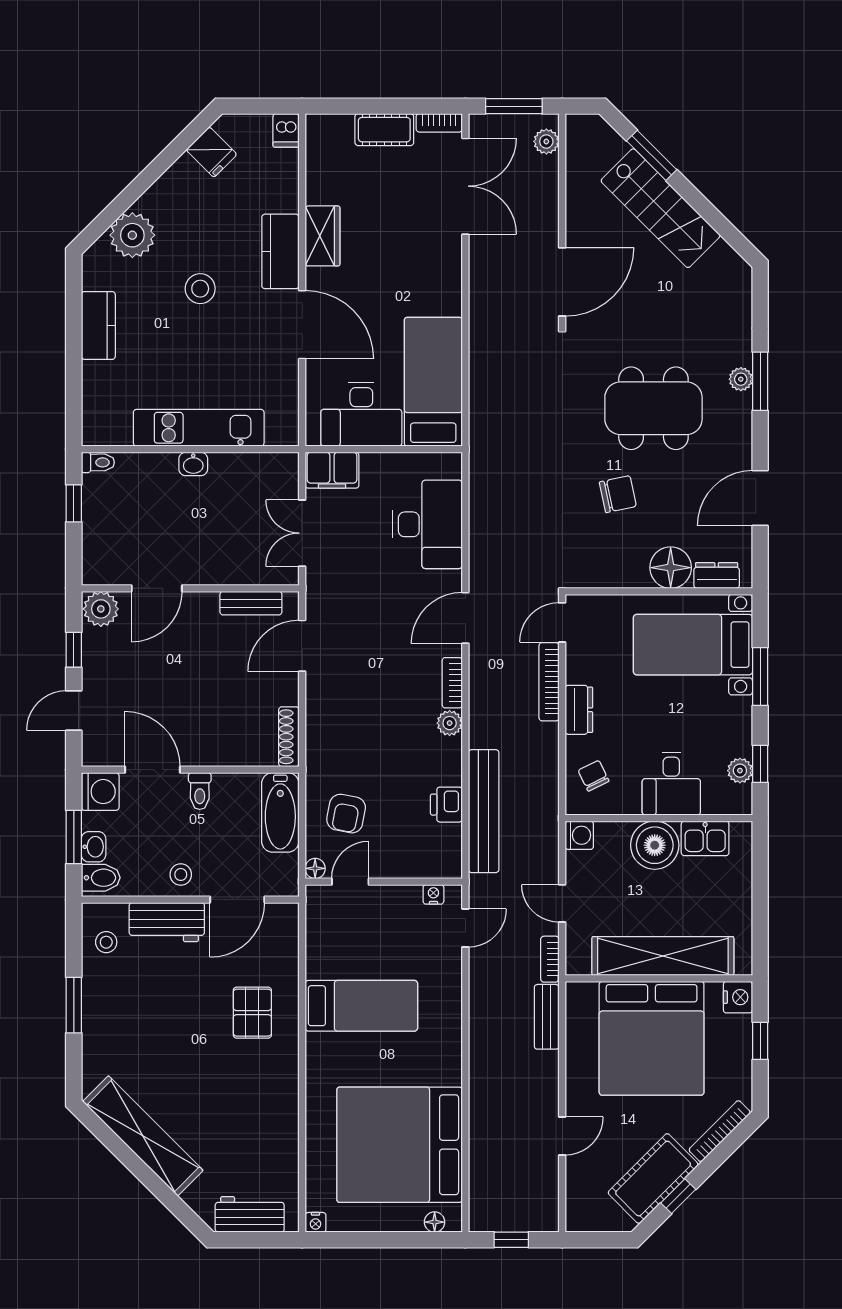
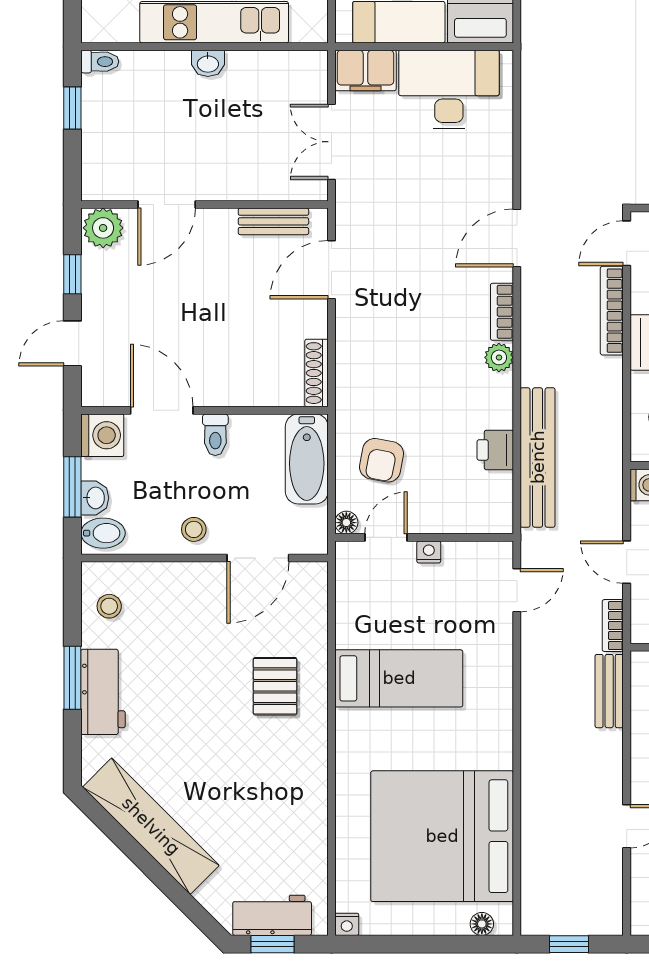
desk: (428, 524) -> (449, 89), moved, turned -90
nightstand: (433, 894) -> (429, 552), moved
workbench: (167, 922) -> (103, 692), moved, turned -90
window: (250, 1240) -> (272, 944), added

